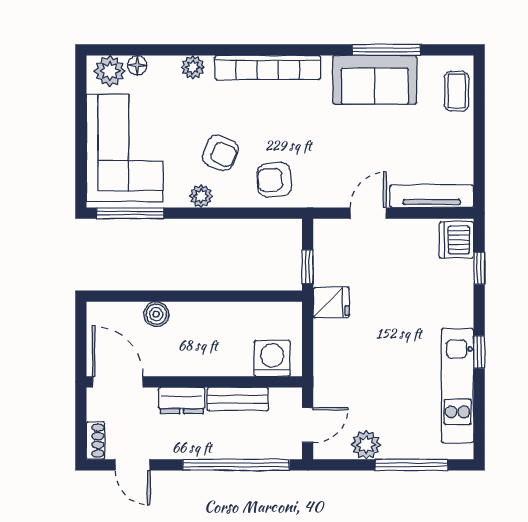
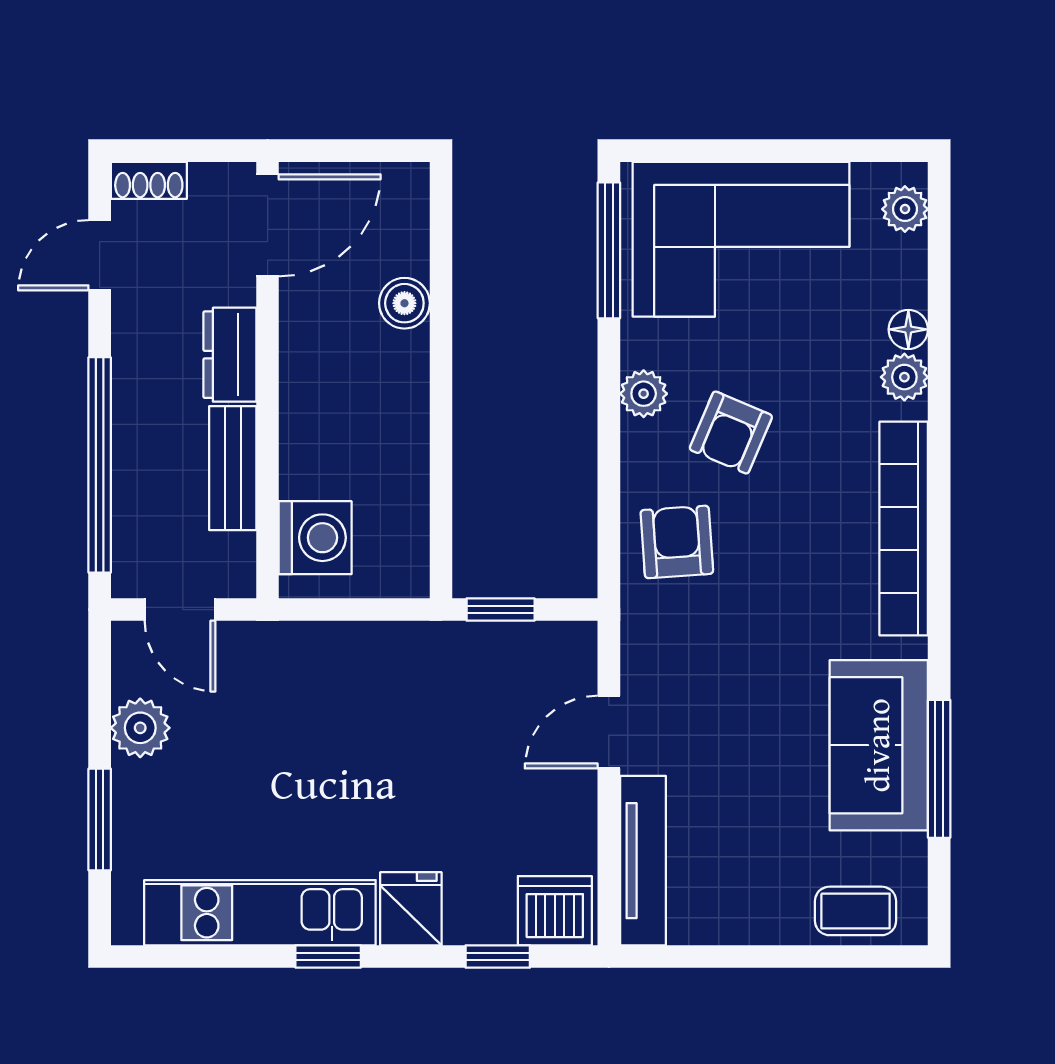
floor lamp: (137, 65) -> (908, 329), moved
plant: (110, 71) -> (905, 209), width x0.73, depth x0.73
door: (368, 213) -> (609, 732), swing flipped
fridge: (331, 303) -> (411, 909), moved, turned 180
window: (411, 465) -> (100, 820), width x0.69

